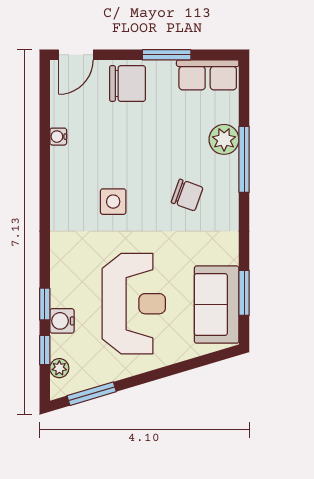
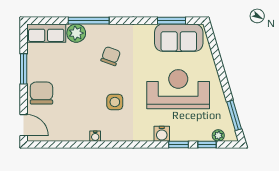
row of seats: (208, 75) -> (46, 33), moved, turned 90
water cooler: (58, 137) -> (95, 136), moved
water cooler: (62, 321) -> (162, 134), moved

